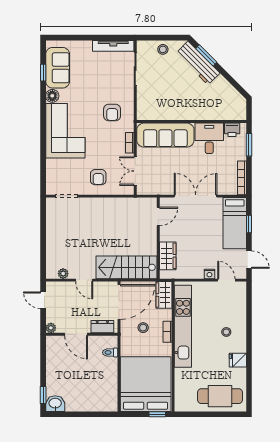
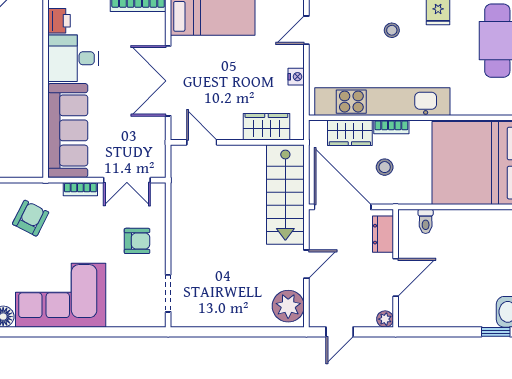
armchair: (112, 112) -> (31, 218), turned -63
plant: (63, 274) -> (288, 306), width x1.88, depth x1.88
nightstand: (209, 274) -> (296, 77), moved
wardrobe: (164, 295) -> (350, 133), moved

